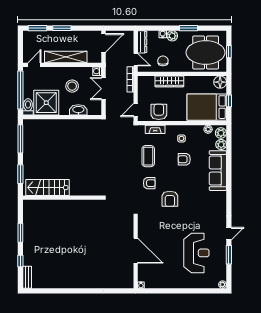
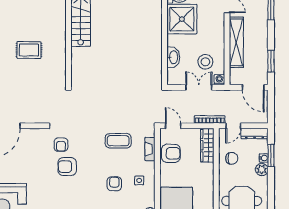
window: (62, 28) -> (271, 61), moved
window: (189, 28) -> (271, 155), moved
wardrobe: (169, 81) -> (207, 145), moved
stool: (72, 86) -> (205, 62), moved
armchair: (149, 183) -> (61, 145), moved
rug: (72, 231) -> (29, 50), added

